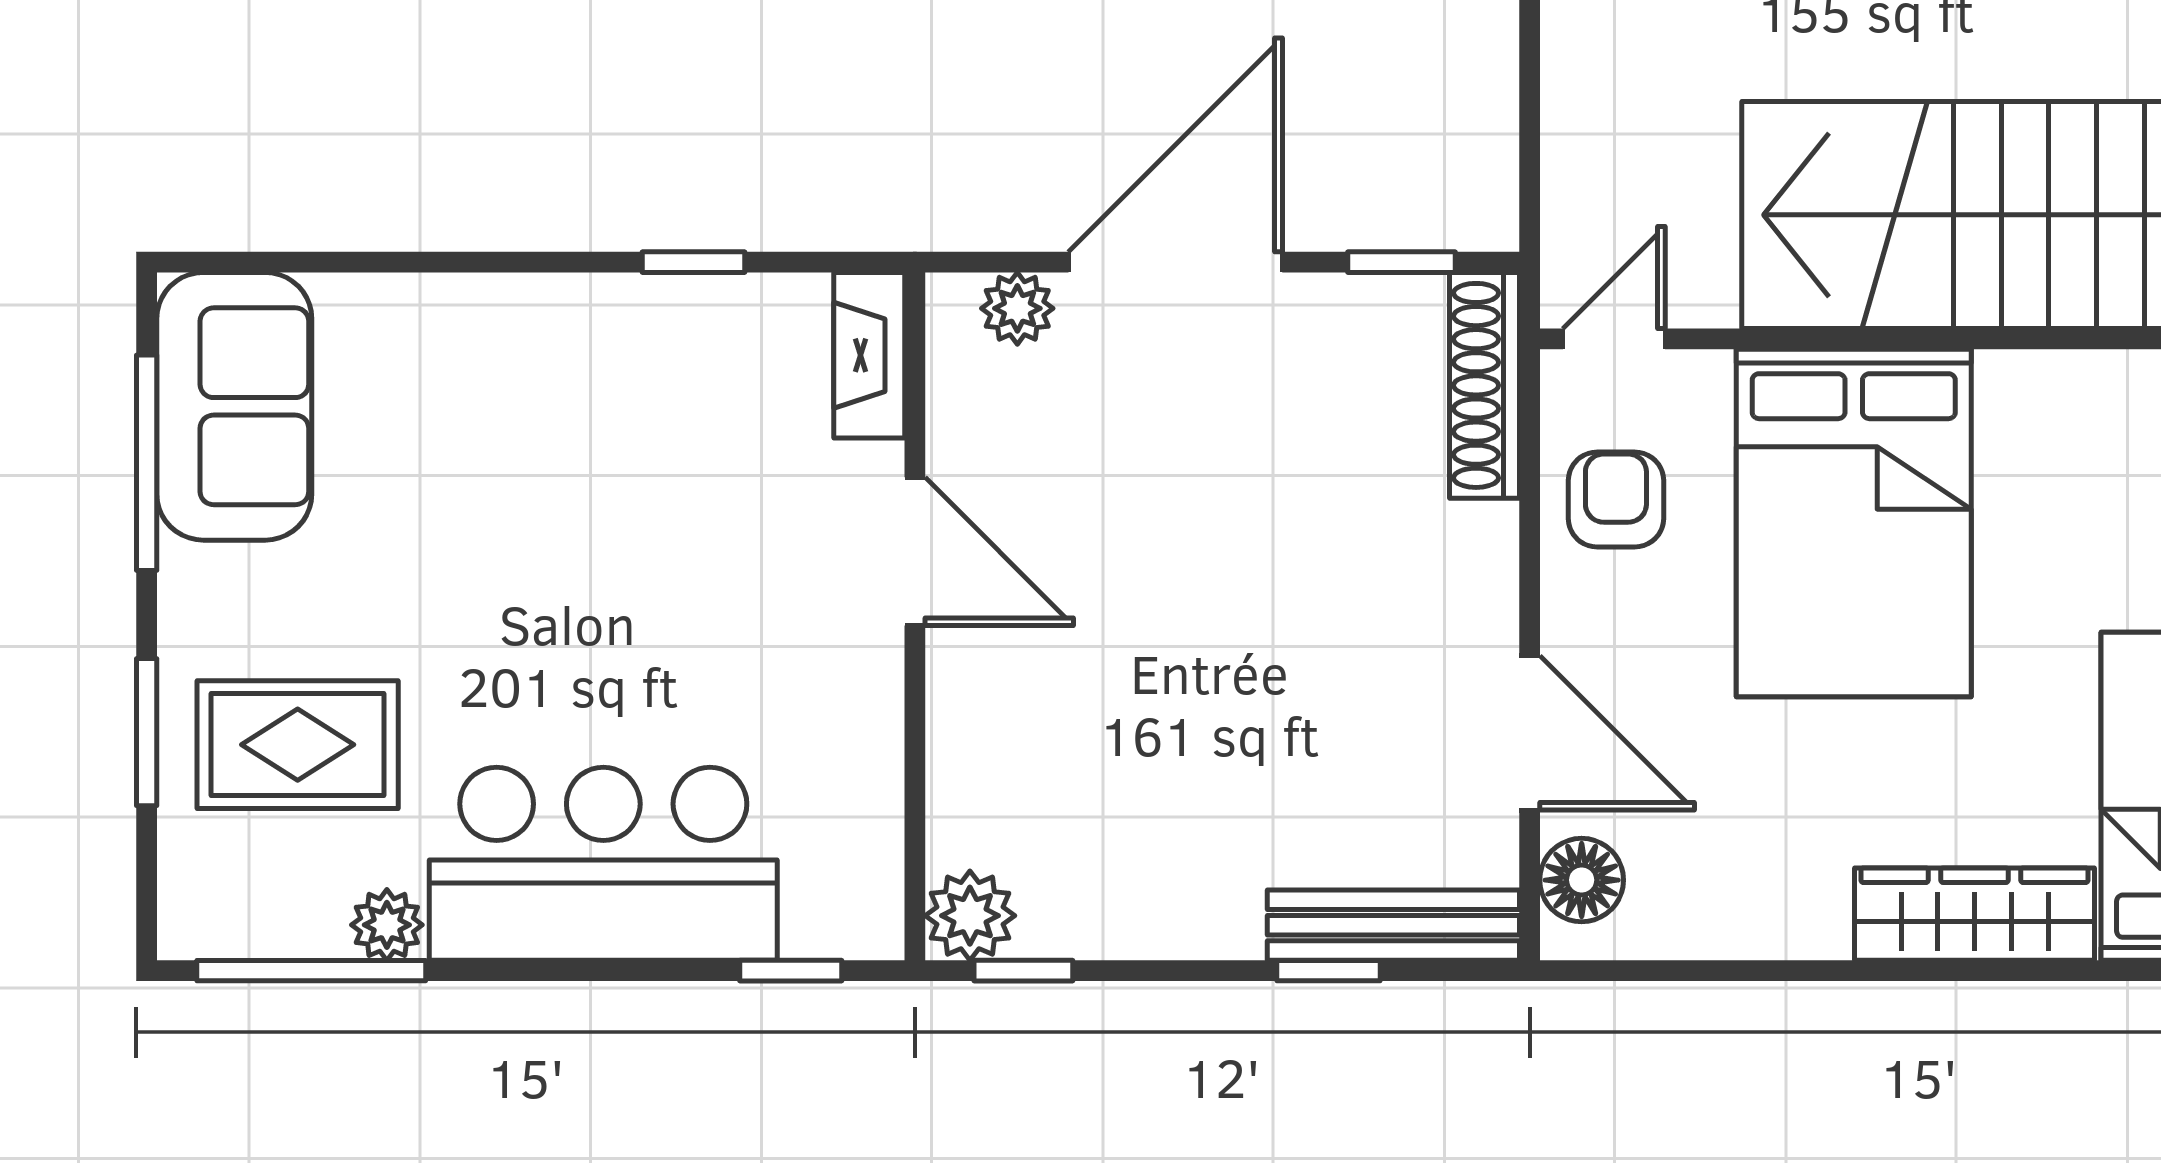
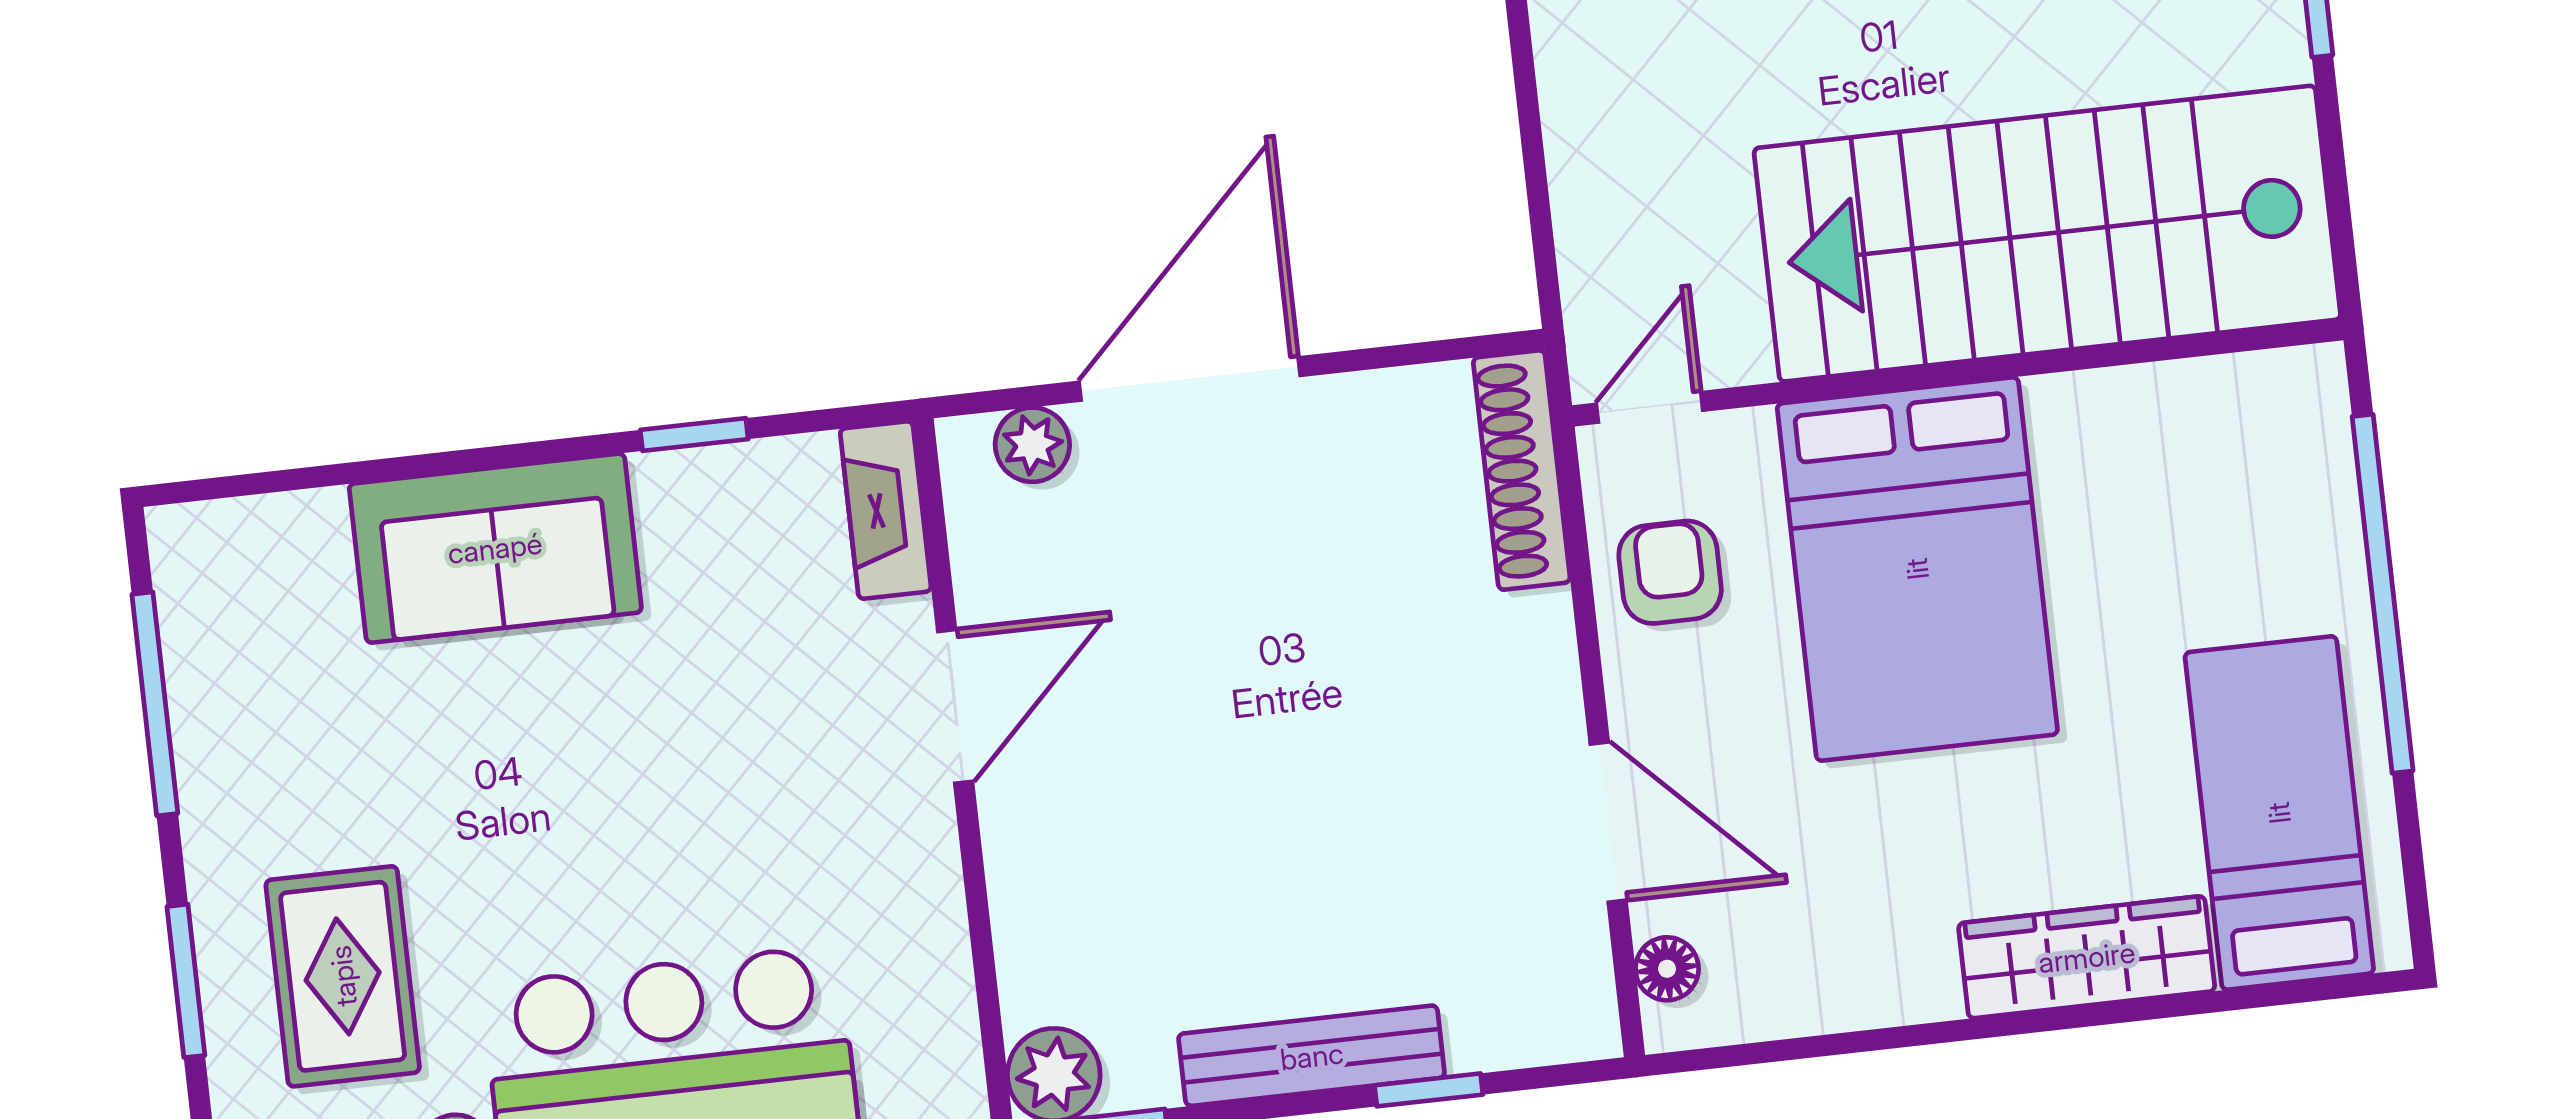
window: (1402, 262) -> (1422, 353), removed
sofa: (234, 406) -> (495, 548), moved, turned 90
door: (915, 551) -> (955, 706), hinge flipped
rug: (298, 745) -> (343, 976), turned 90
floor lamp: (1582, 880) -> (1667, 969), width x0.73, depth x0.73
bench: (1393, 925) -> (1312, 1056), moved

